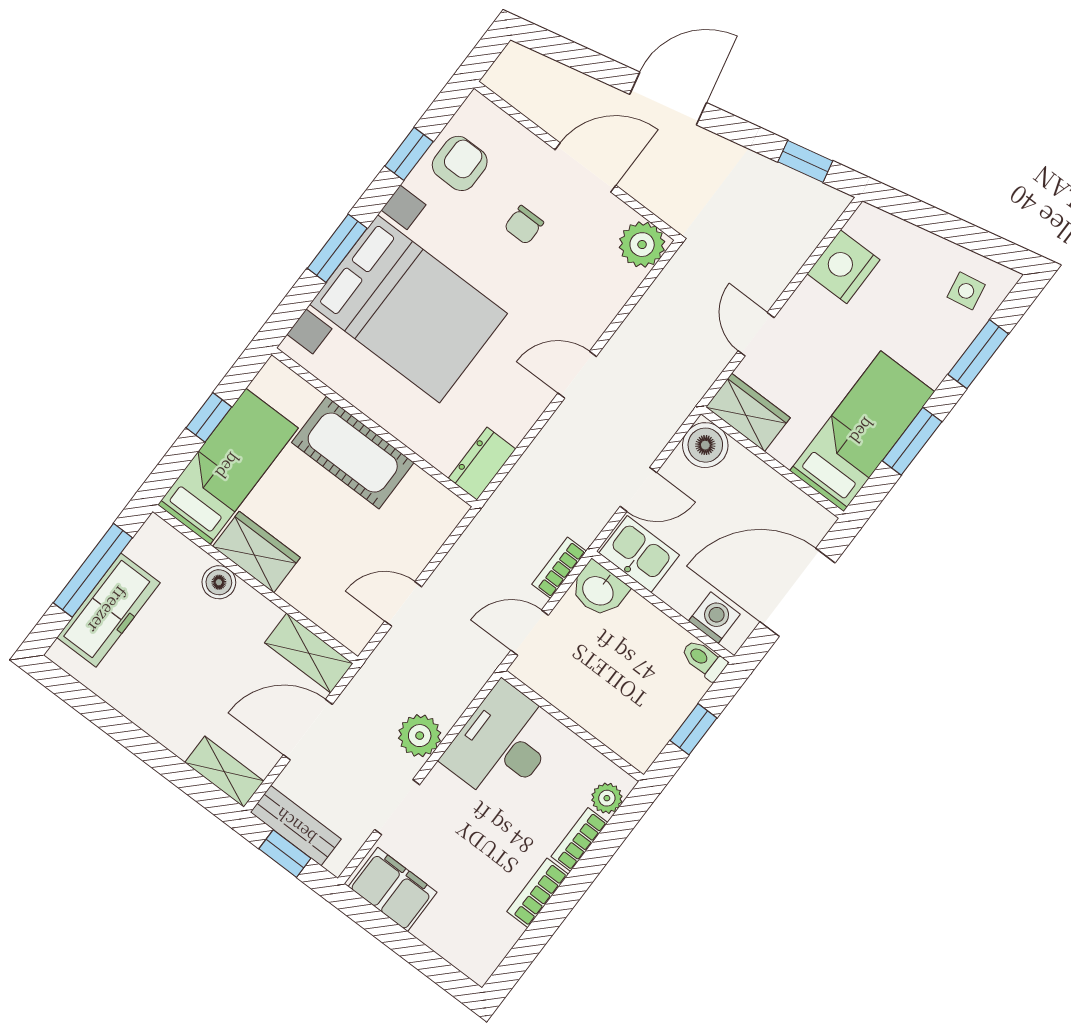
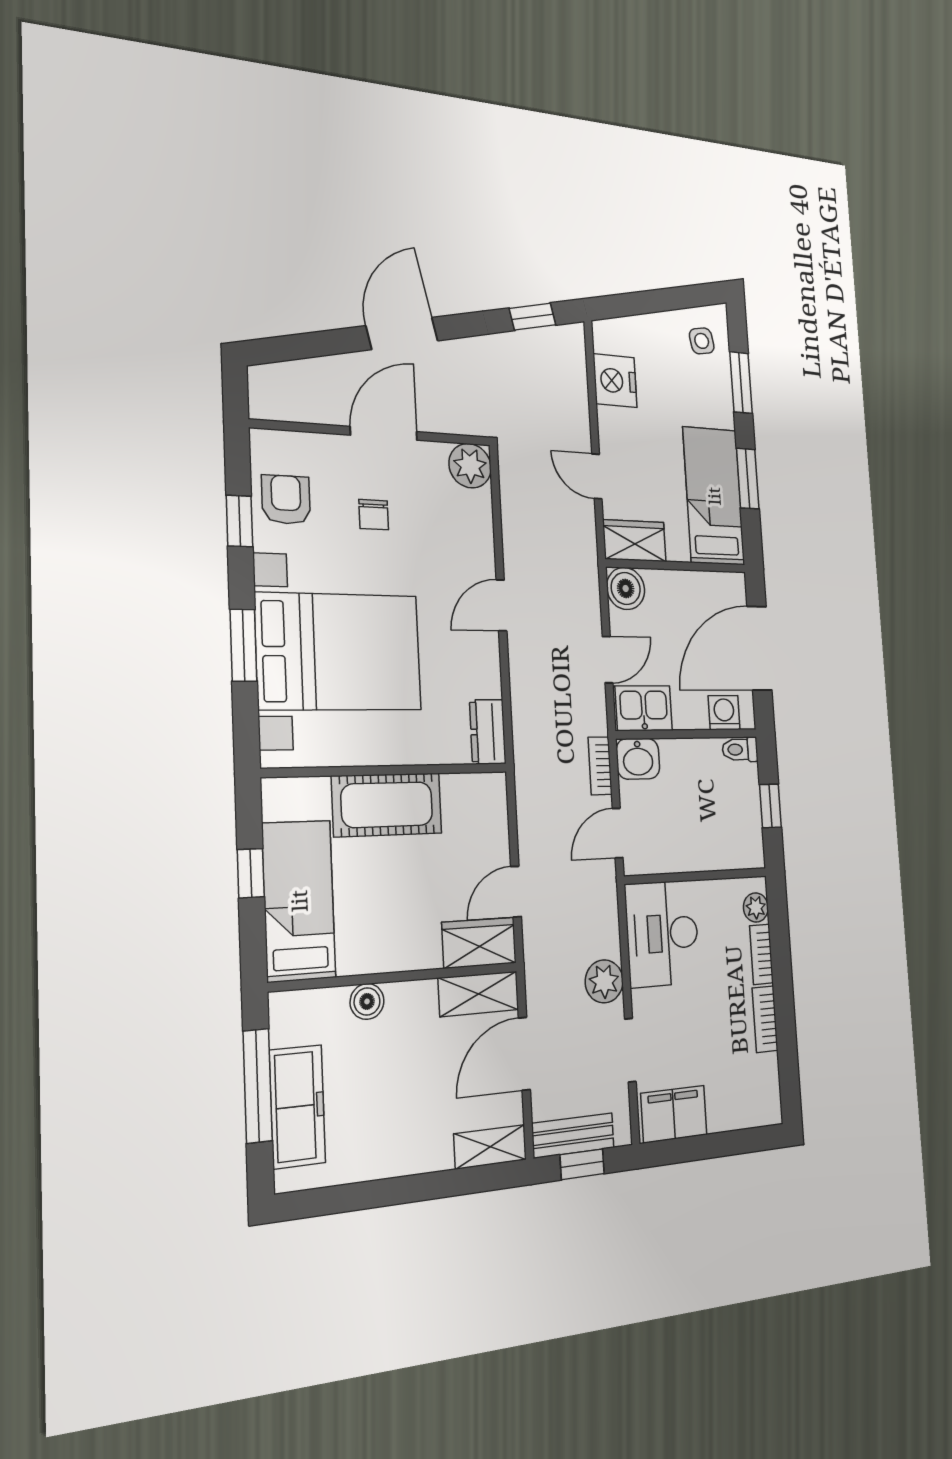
wardrobe: (256, 552) -> (479, 943), moved

